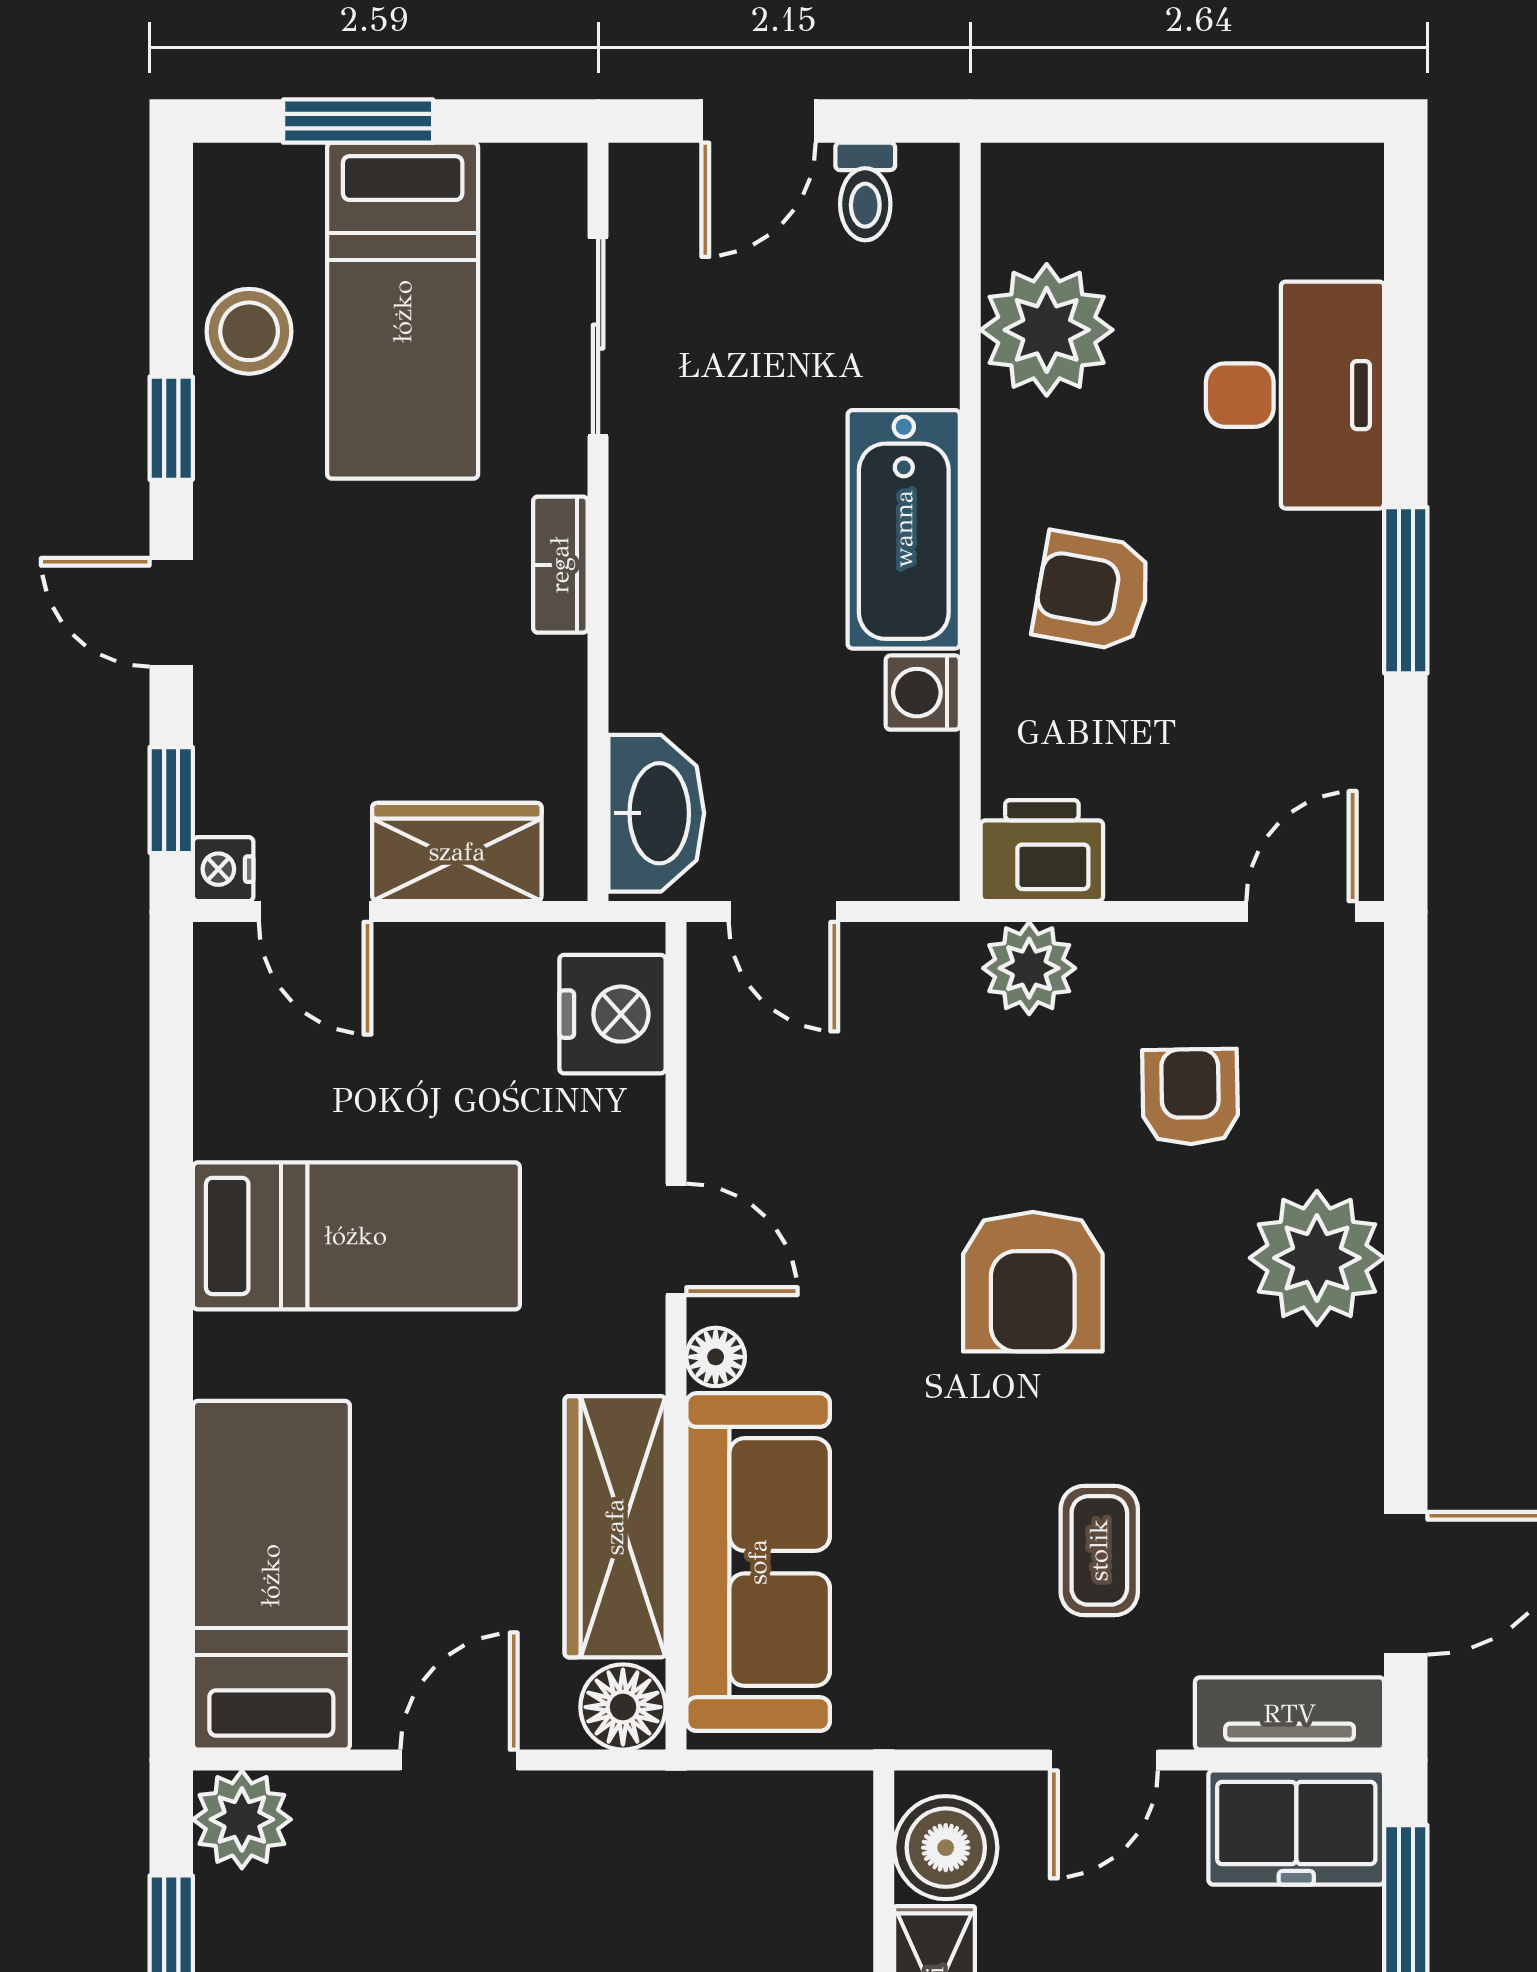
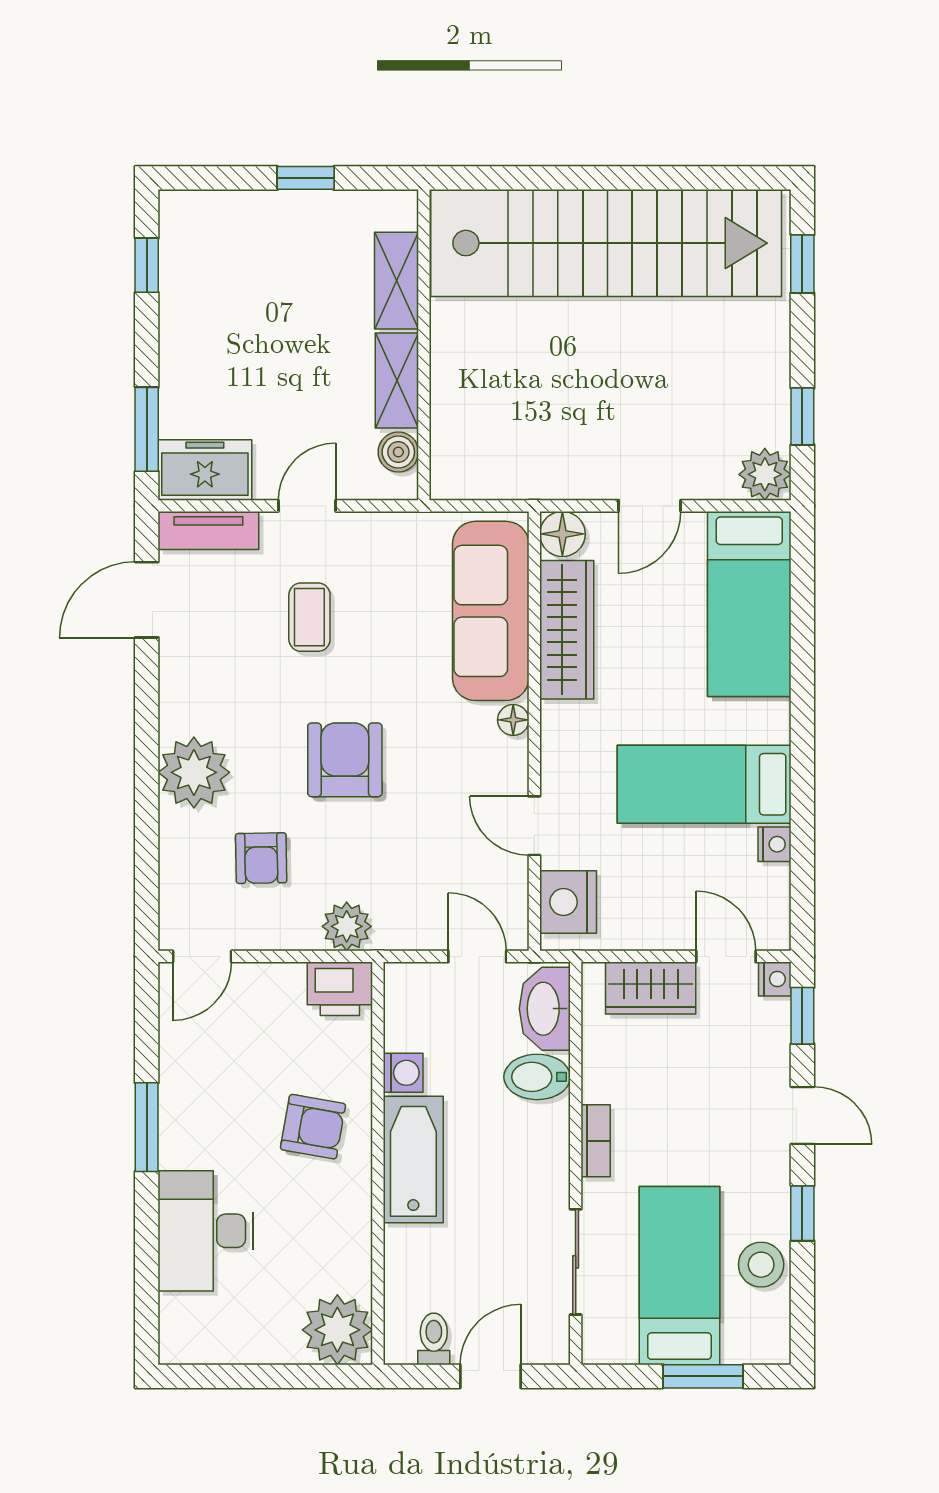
plant: (1047, 330) -> (337, 1330), moved
bidet: (671, 685) -> (537, 1077), added
nightstand: (224, 1123) -> (775, 844), added
door: (676, 1239) -> (534, 826), moved
boiler: (946, 1848) -> (398, 452), width x0.73, depth x0.73

